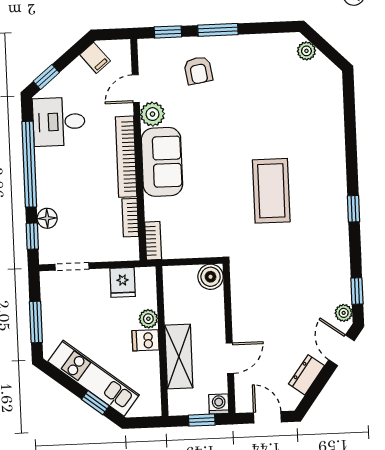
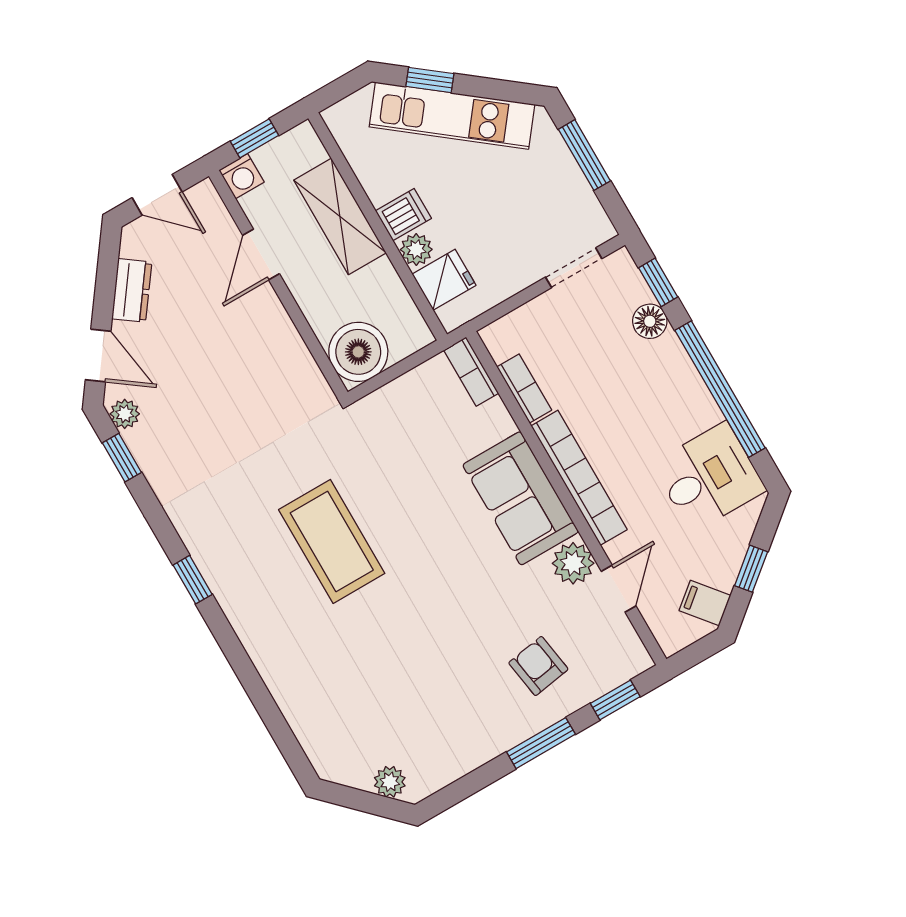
window: (46, 77) -> (751, 569), moved
boiler: (211, 277) -> (358, 352), width x1.37, depth x1.37
fridge: (123, 282) -> (444, 280), moved, turned 90

